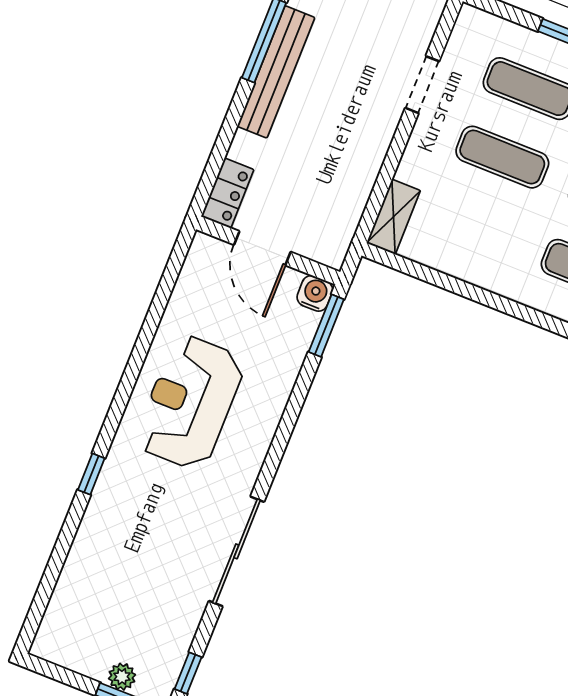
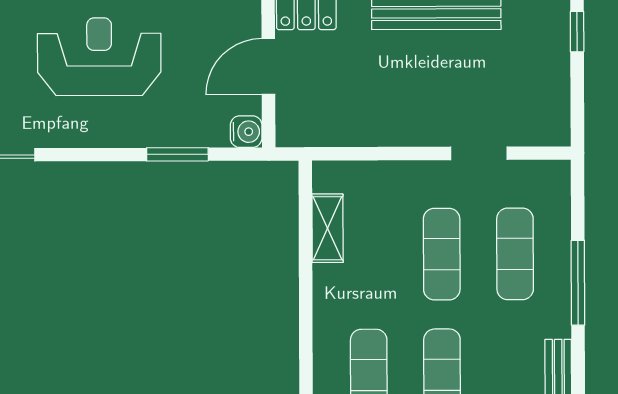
shelving: (393, 217) -> (327, 228), moved, turned 90
window: (326, 326) -> (177, 154), moved

